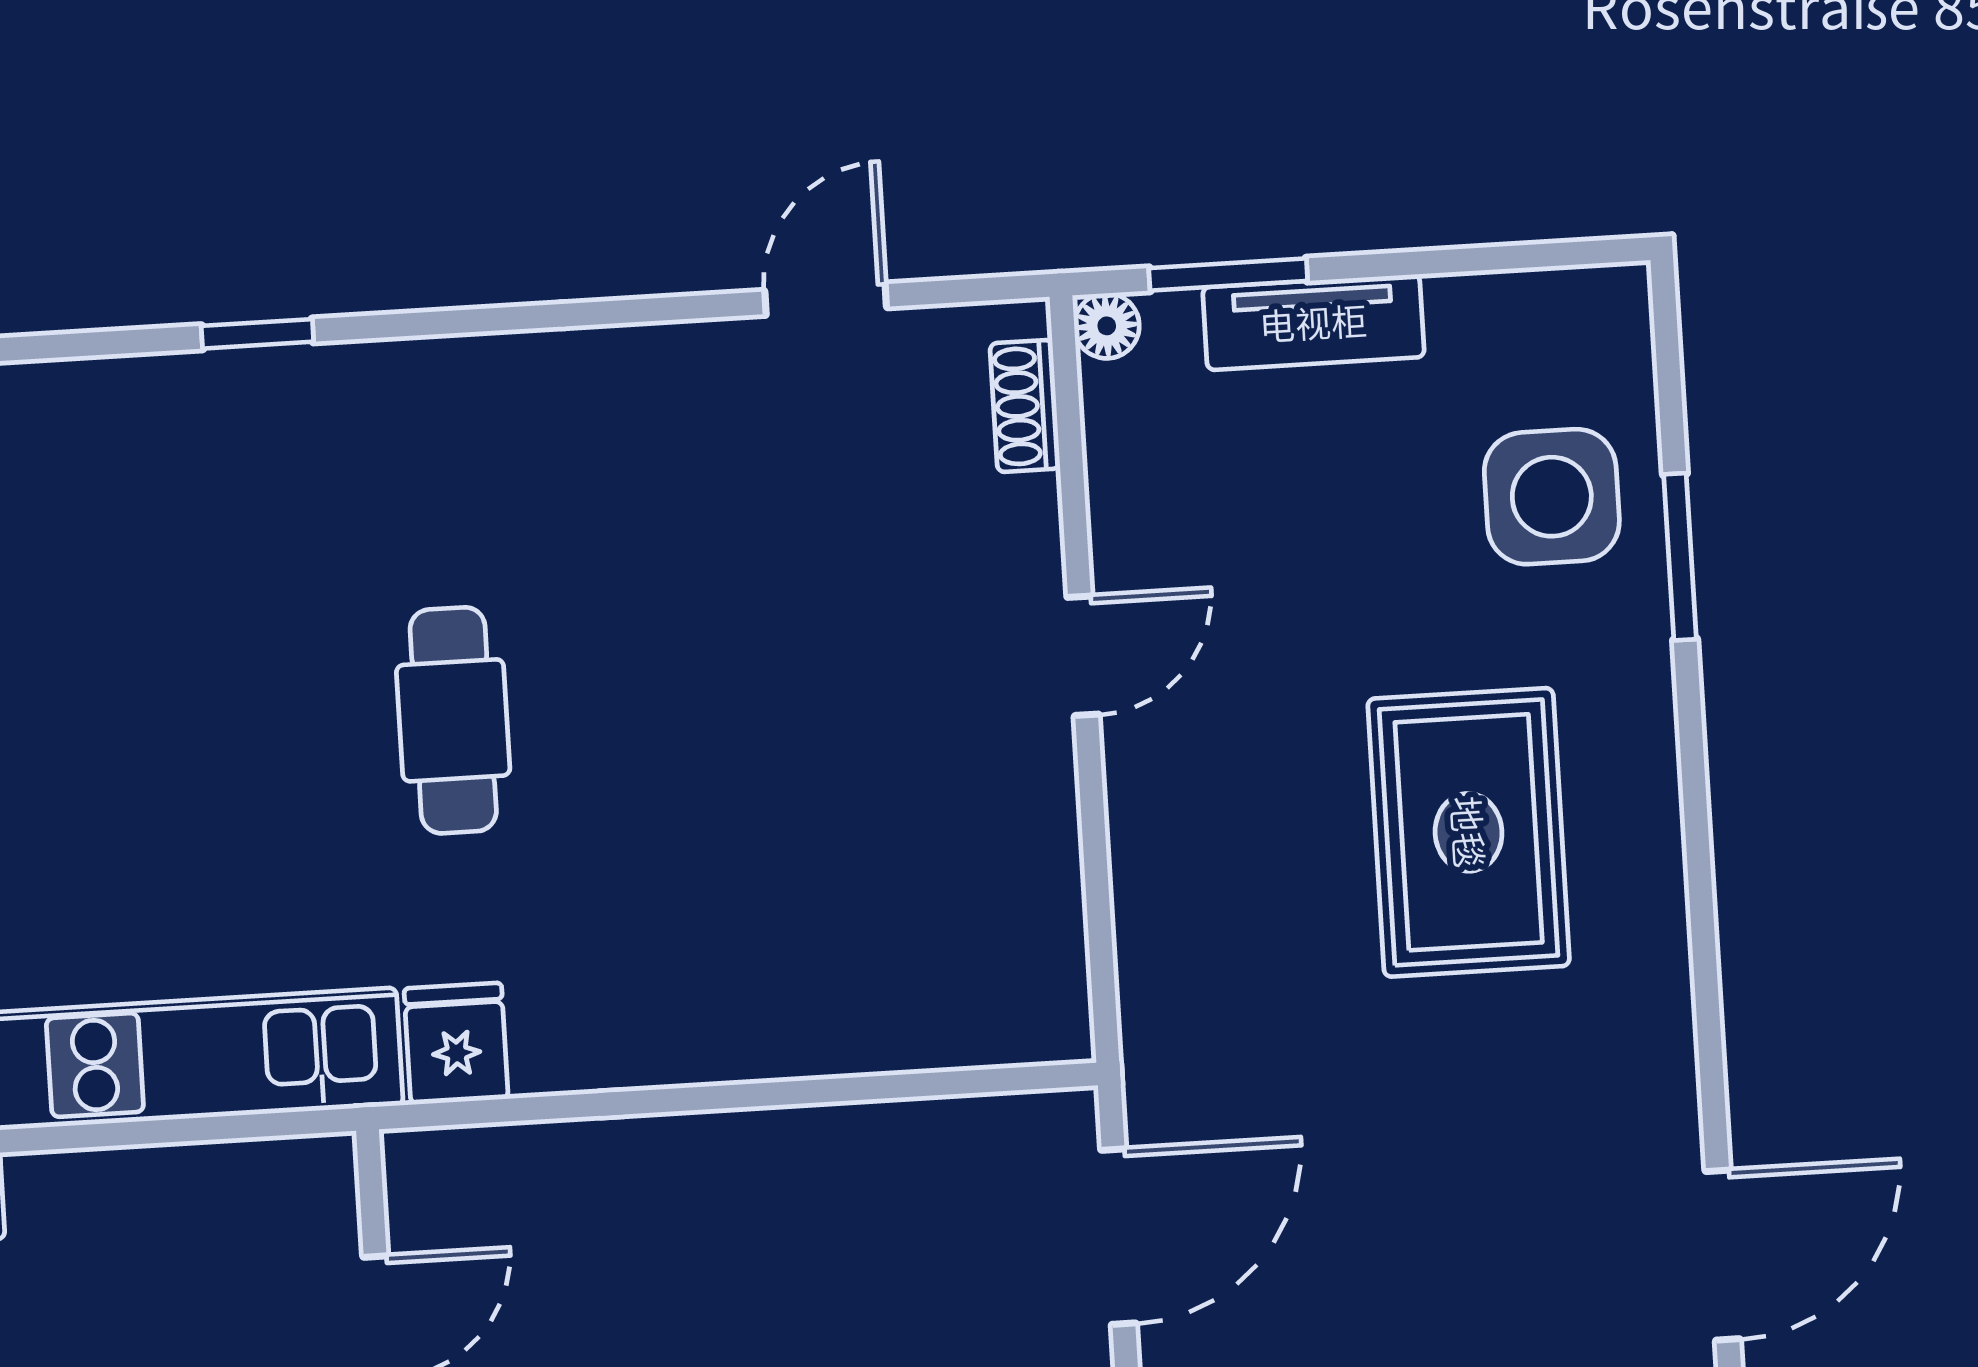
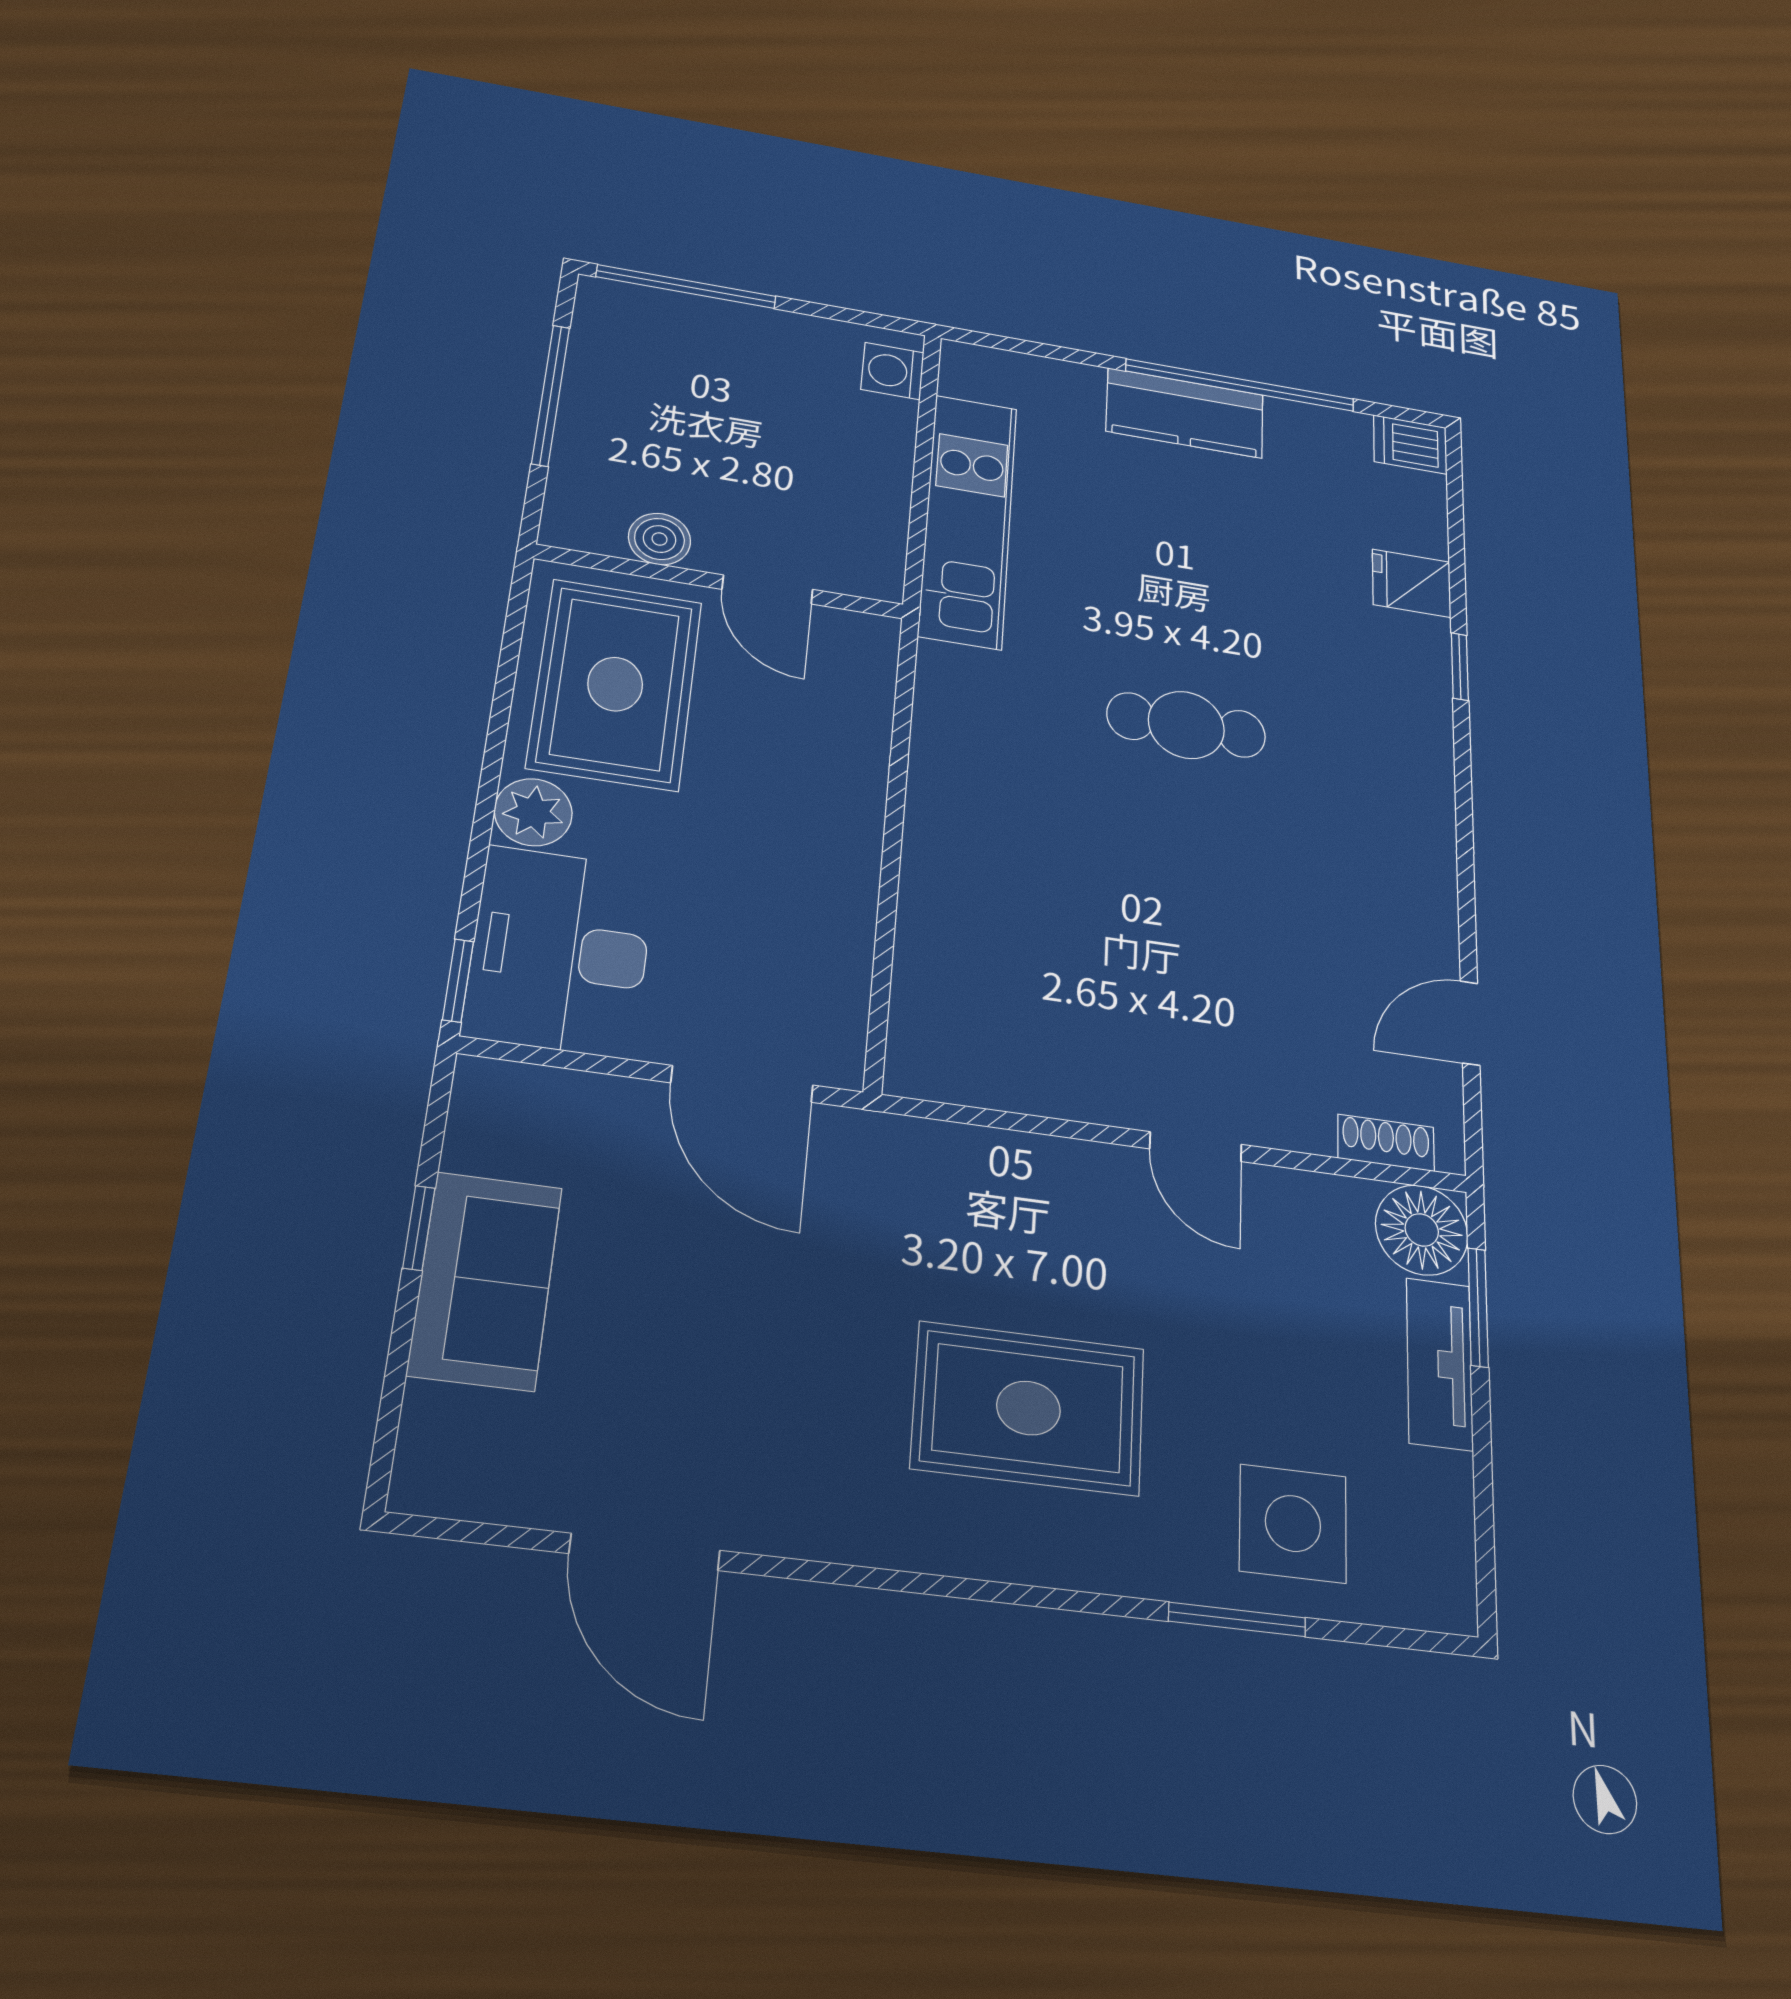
door: (826, 299) -> (1470, 1023), swing flipped
floor lamp: (1107, 326) -> (1422, 1230), width x1.89, depth x1.89
fridge: (456, 1044) -> (1412, 583), moved, turned 180

